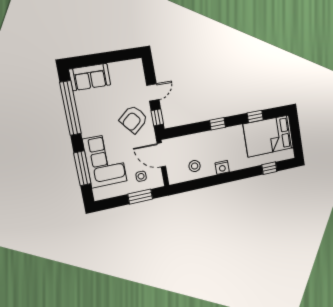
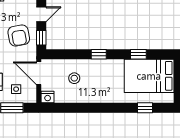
armchair: (134, 119) -> (19, 35), turned -60
stool: (195, 166) -> (74, 78), moved
nightstand: (222, 167) -> (48, 97), moved

